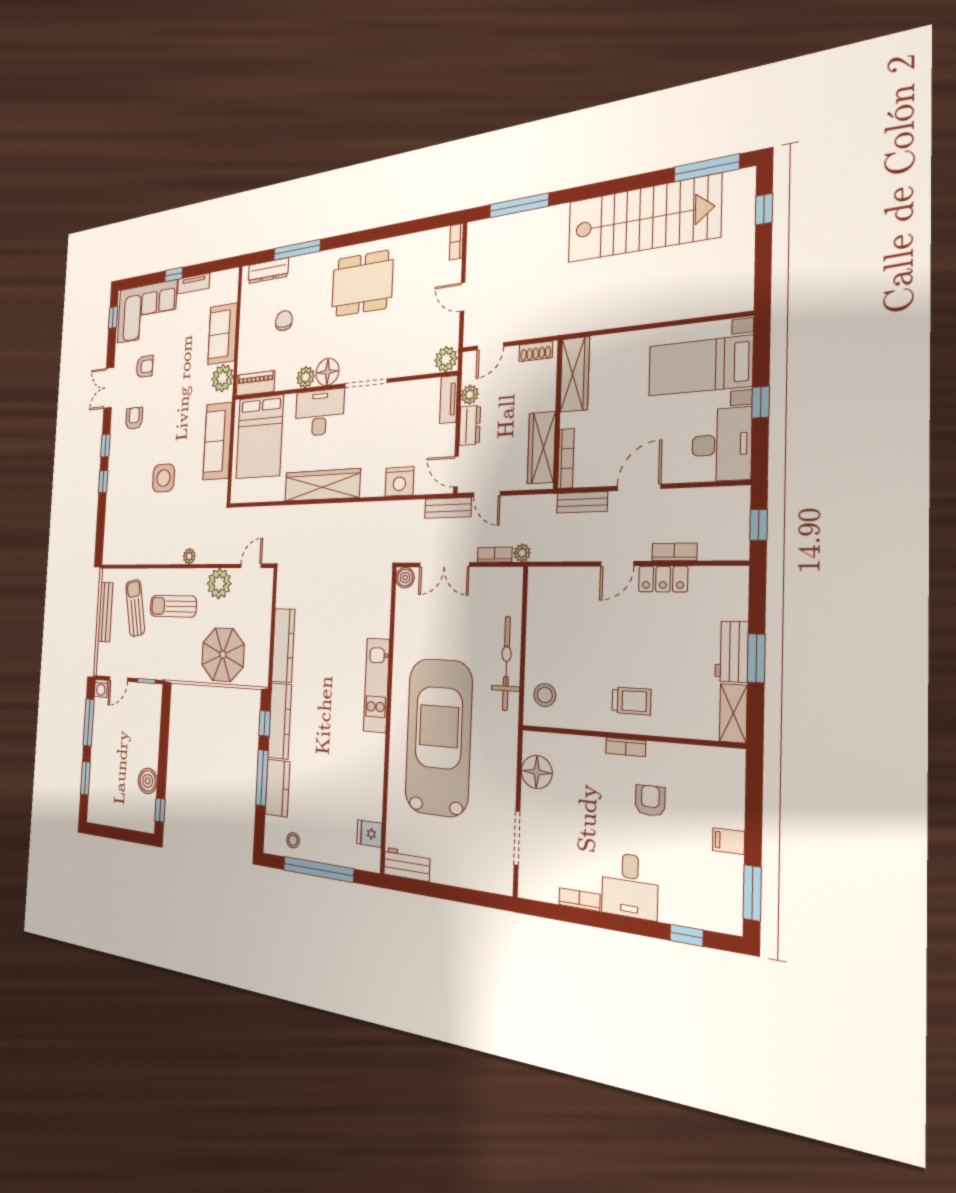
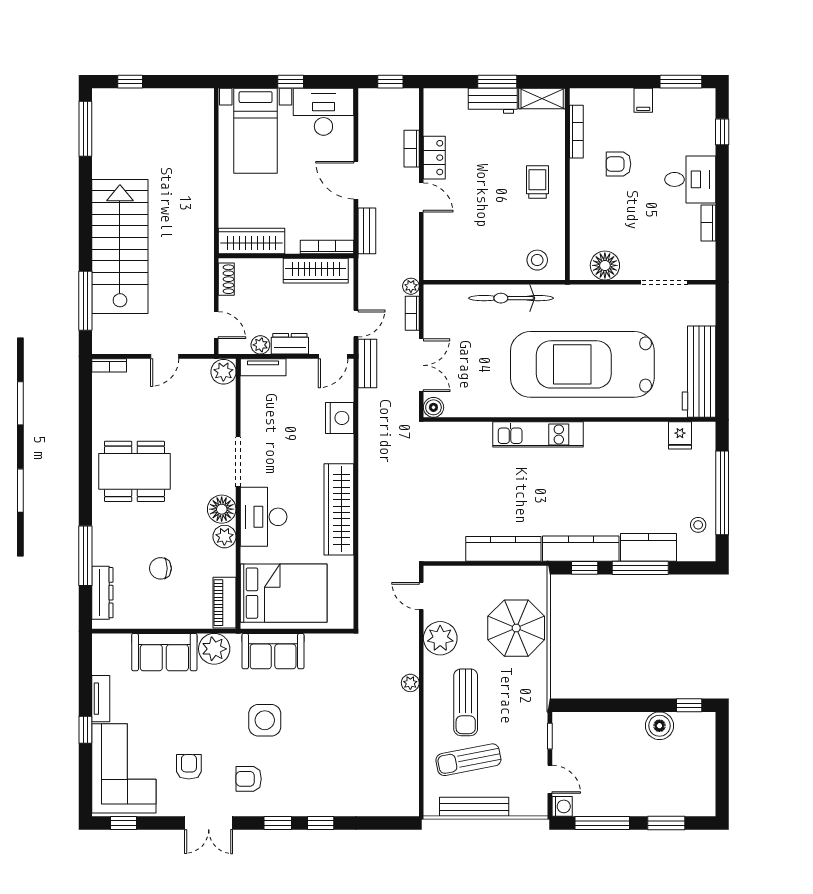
stairs: (643, 219) -> (120, 247), moved
dining table: (362, 283) -> (134, 471), turned 90
sofa: (218, 441) -> (273, 651), width x0.73
side table: (163, 478) -> (265, 720), moved
bookcase: (626, 747) -> (576, 132), moved, width x1.56
workbench: (407, 864) -> (699, 372), width x1.88, depth x1.32

